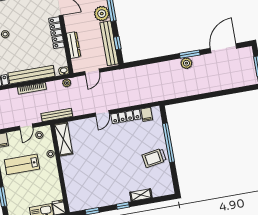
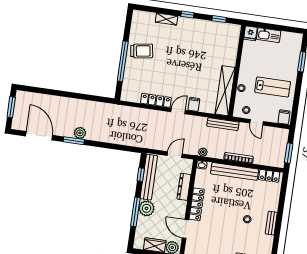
door: (223, 48) -> (39, 136), swing flipped
filing cabinet: (147, 114) -> (194, 104), moved
door: (26, 127) -> (256, 122), swing flipped
shelving: (63, 139) -> (225, 91), width x1.47

